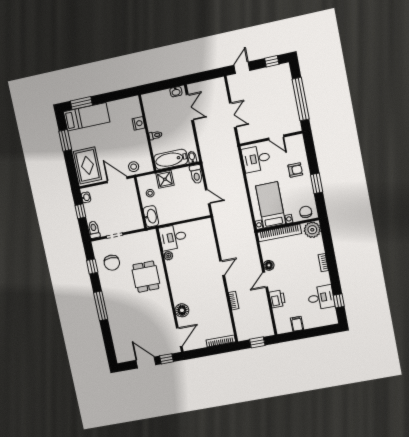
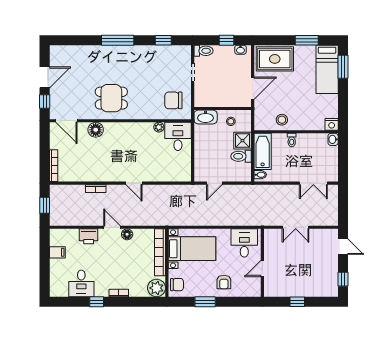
washbasin: (176, 92) -> (333, 139), moved
window: (301, 99) -> (297, 302), width x0.32
nightstand: (138, 123) -> (332, 124), moved
stool: (134, 167) -> (282, 120), moved
toilet: (196, 174) -> (241, 156), moved
chair: (112, 263) -> (173, 100), moved
dining table: (146, 277) -> (111, 98), moved
window: (339, 301) -> (97, 302), moved

